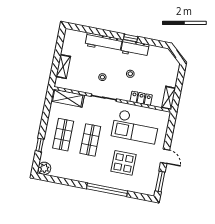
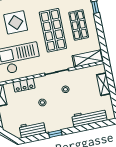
workbench: (104, 42) -> (89, 118), moved
workbench: (135, 49) -> (32, 129), moved
shop shelf: (90, 140) -> (53, 30), width x1.43, depth x1.36

